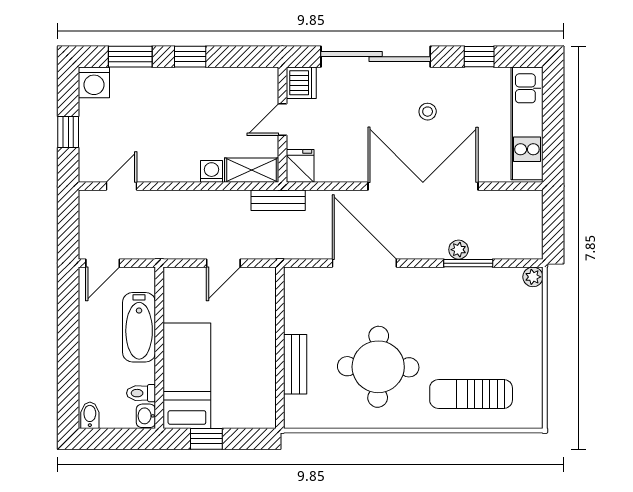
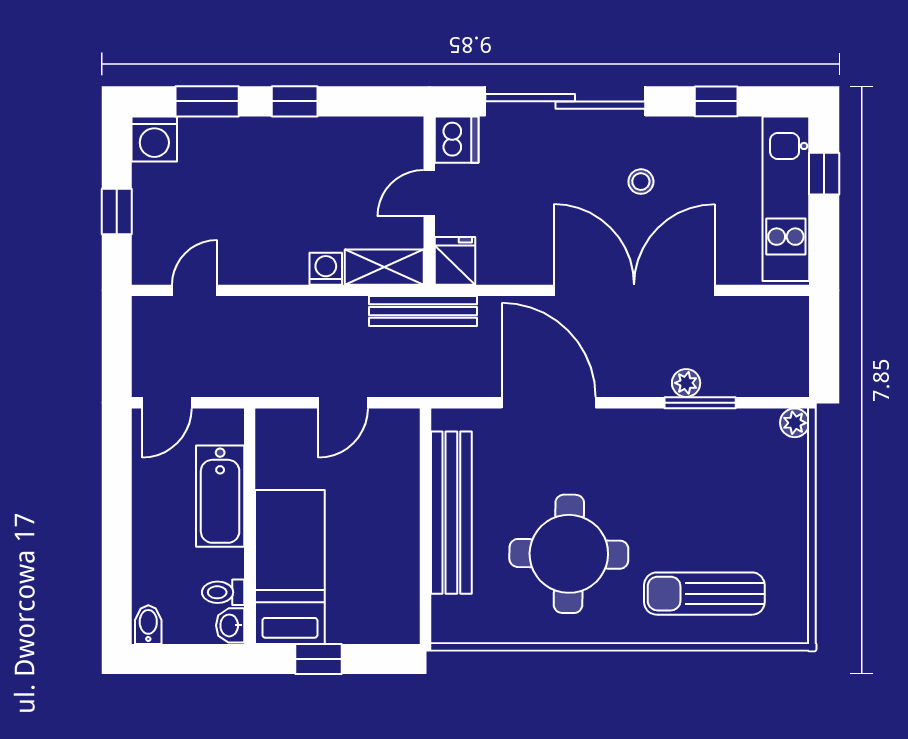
window: (553, 106) -> (824, 174), added
bench: (278, 200) -> (423, 311), width x1.36
bench: (295, 364) -> (451, 513), width x1.86, depth x1.21

